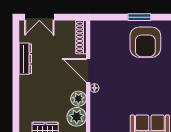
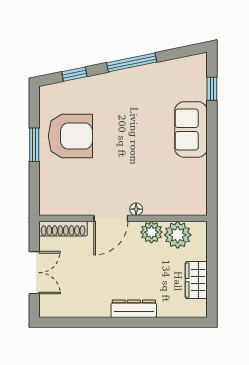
double door: (39, 17) -> (34, 273), moved
dresser: (25, 59) -> (134, 309), moved

